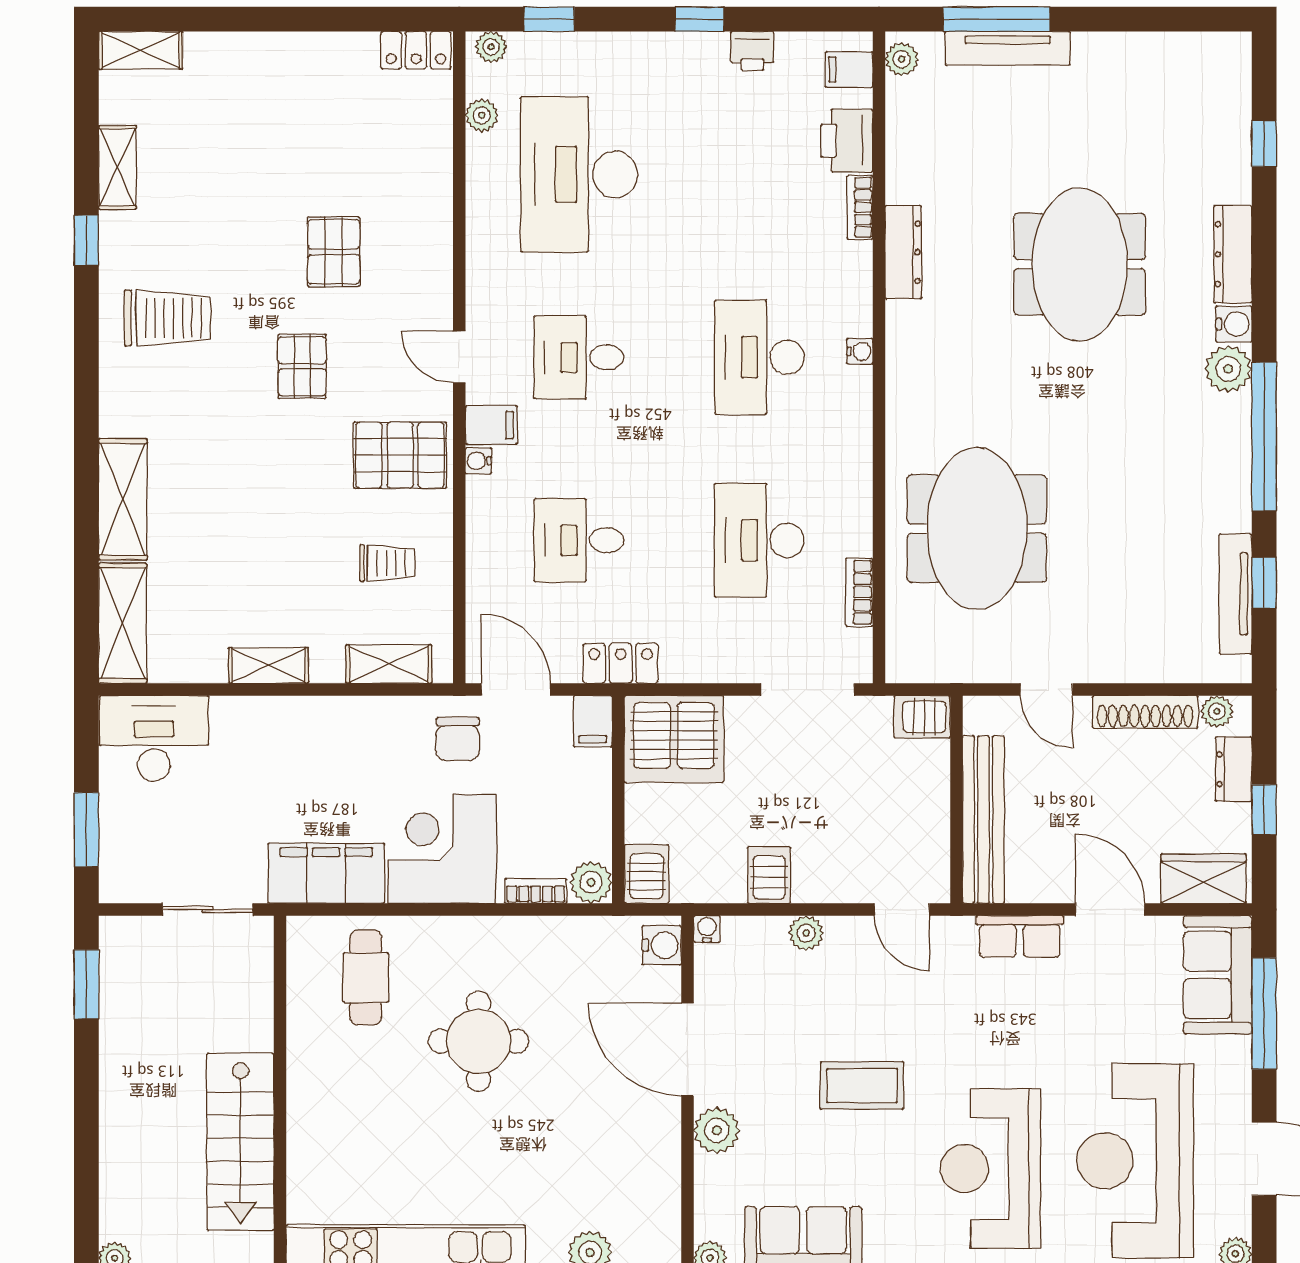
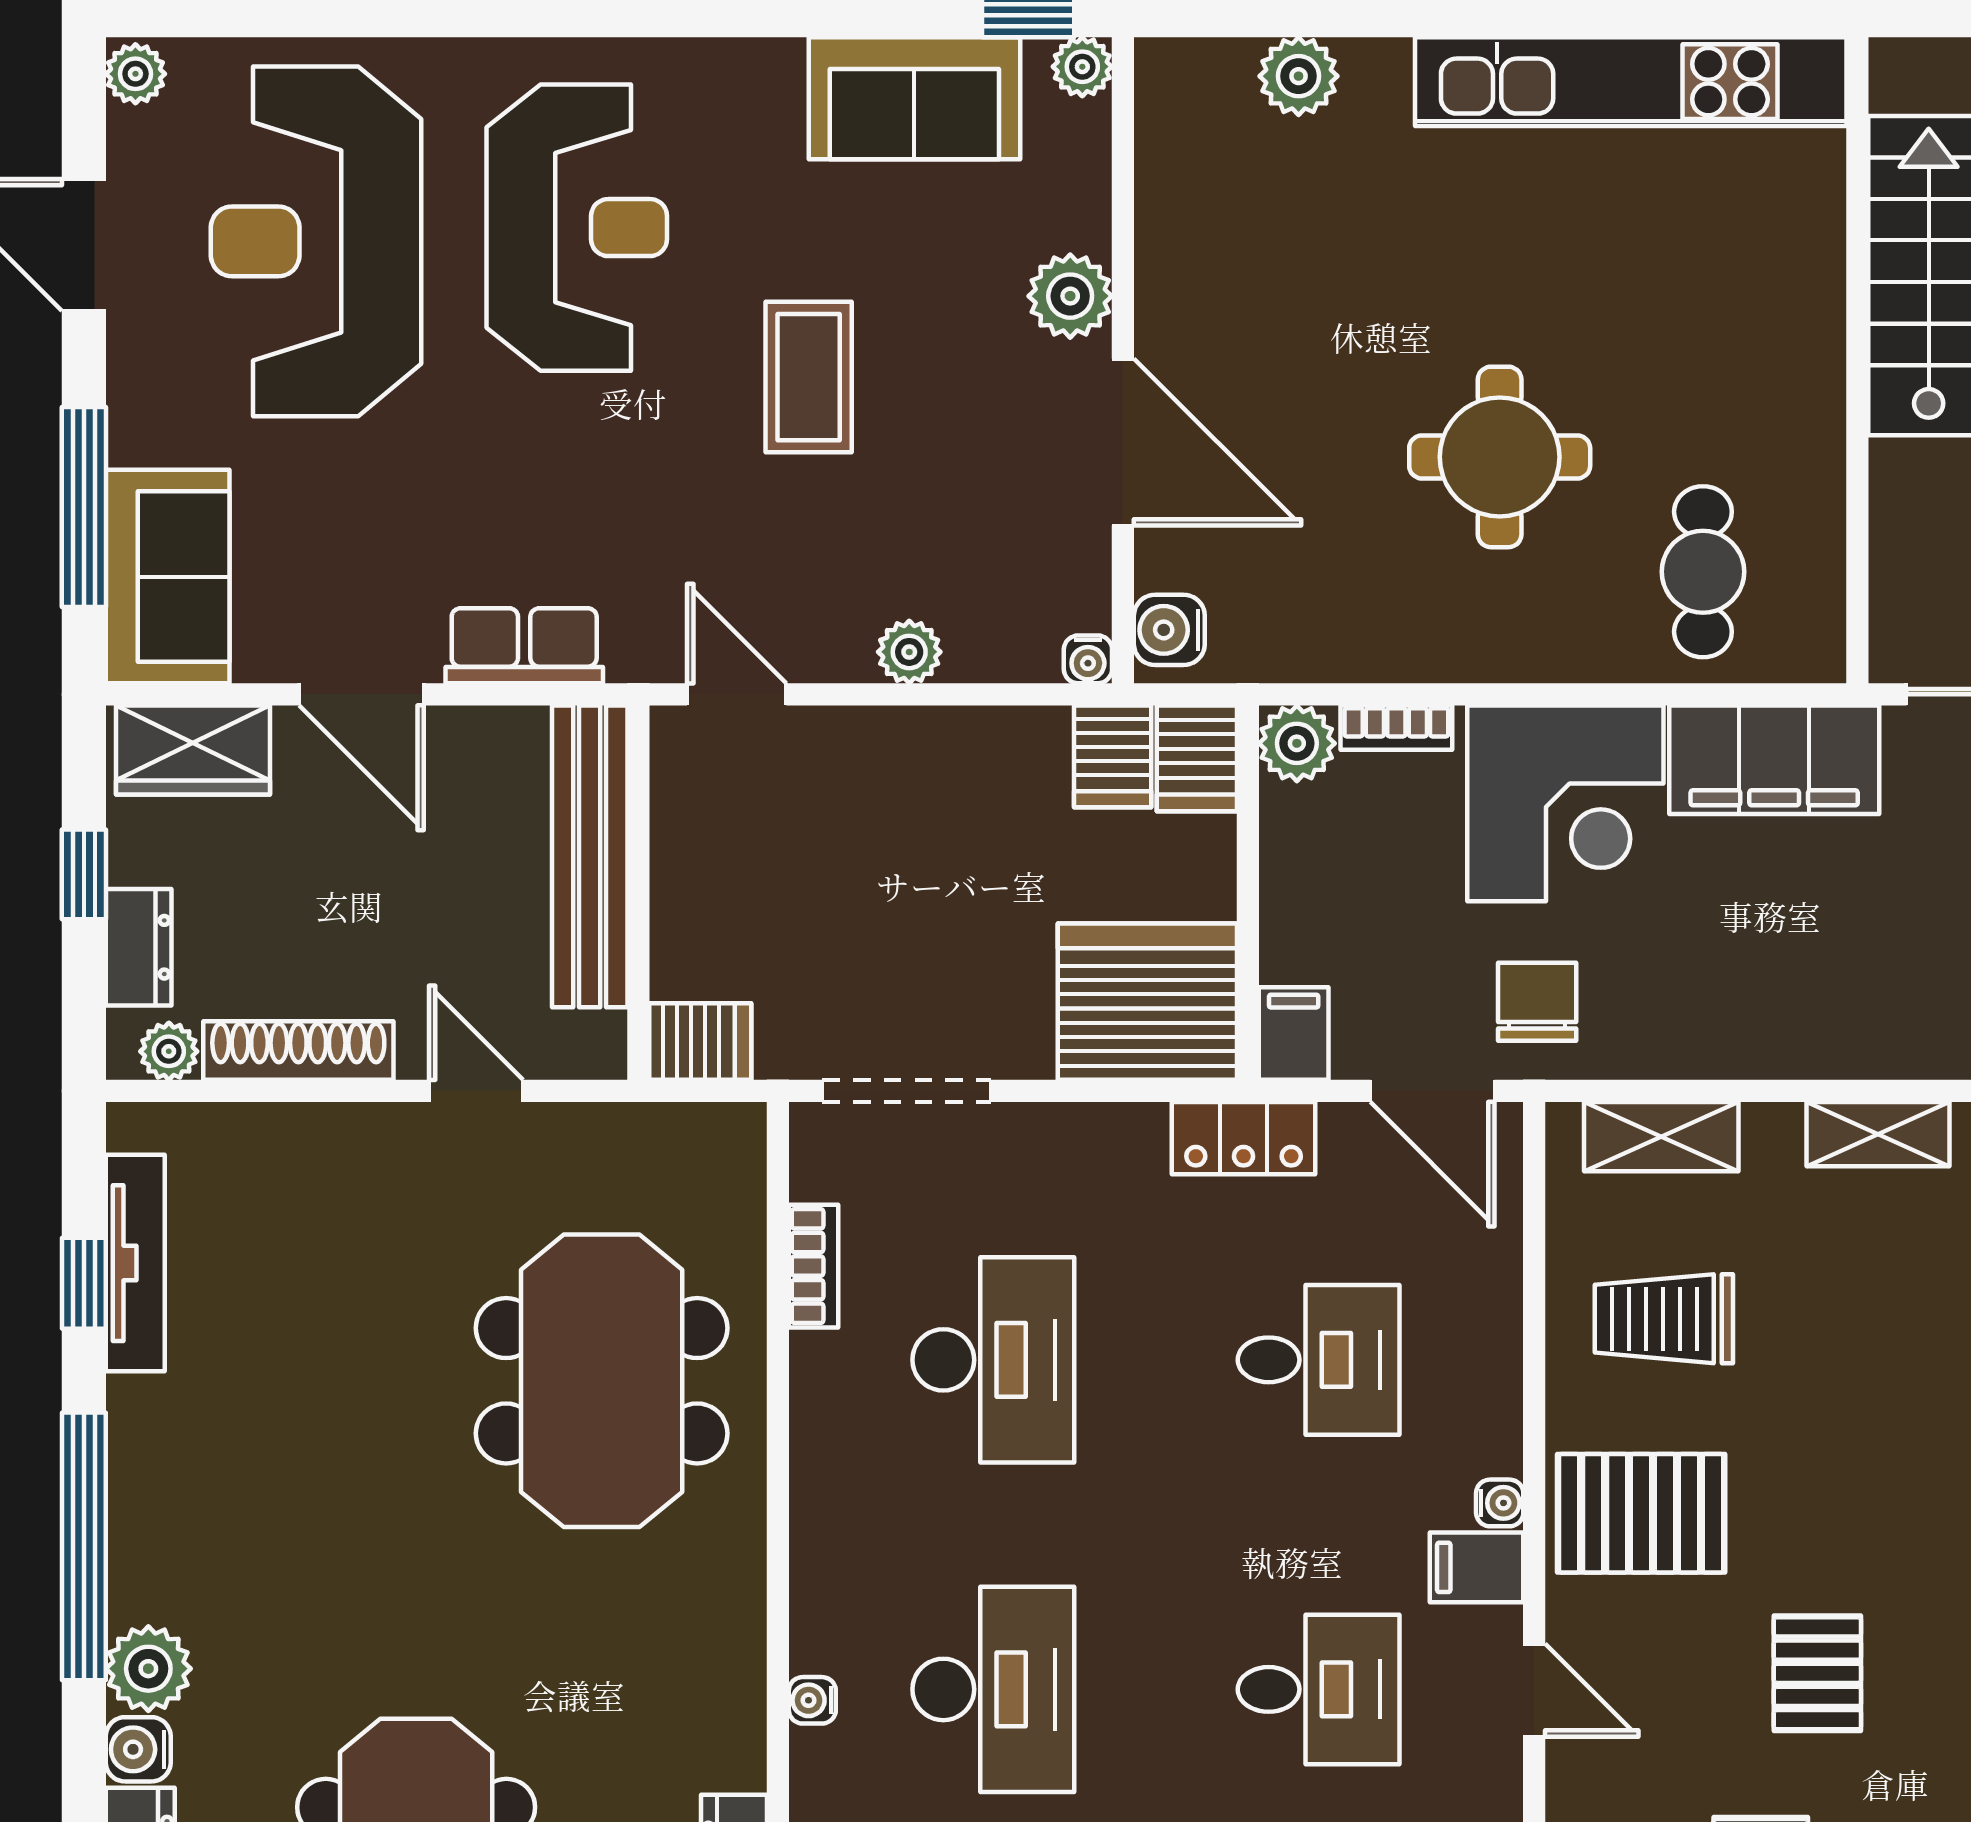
trolley: (387, 563) -> (1664, 1319), width x1.36, depth x1.39
server rack: (769, 875) -> (1113, 756), moved
coffee table: (862, 1086) -> (809, 377), turned 90
reception desk: (1135, 1161) -> (316, 241), turned 180

